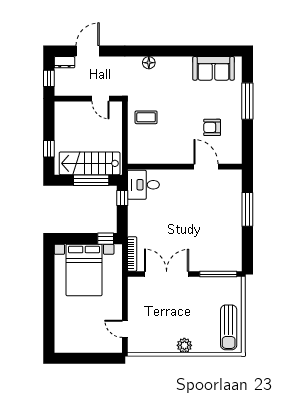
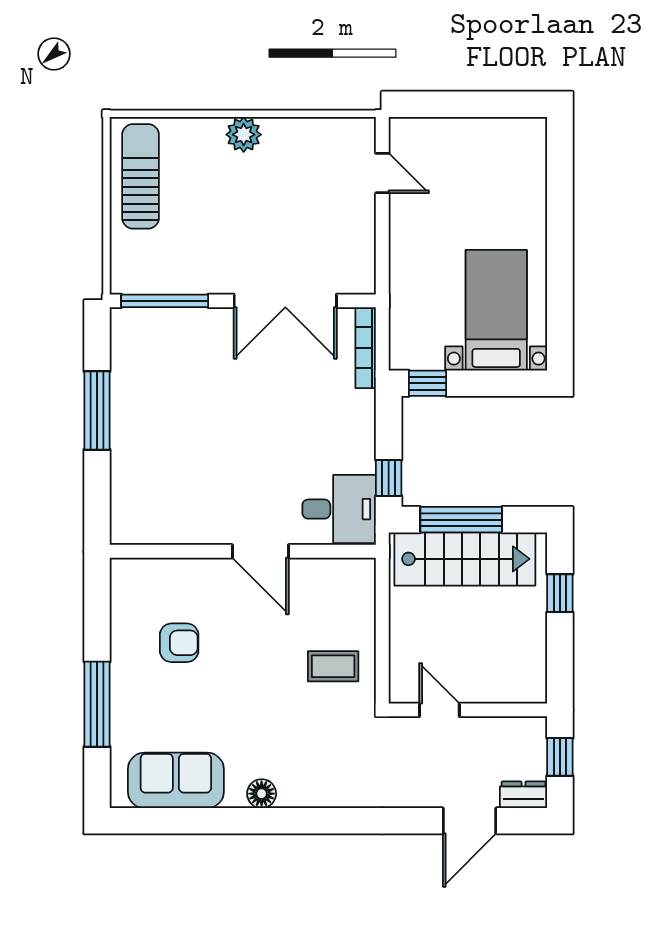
floor lamp: (149, 63) -> (262, 794), moved
door: (206, 167) -> (260, 551), moved
window: (247, 209) -> (97, 410), moved
bed with nightstands: (84, 270) -> (496, 310), width x0.73

